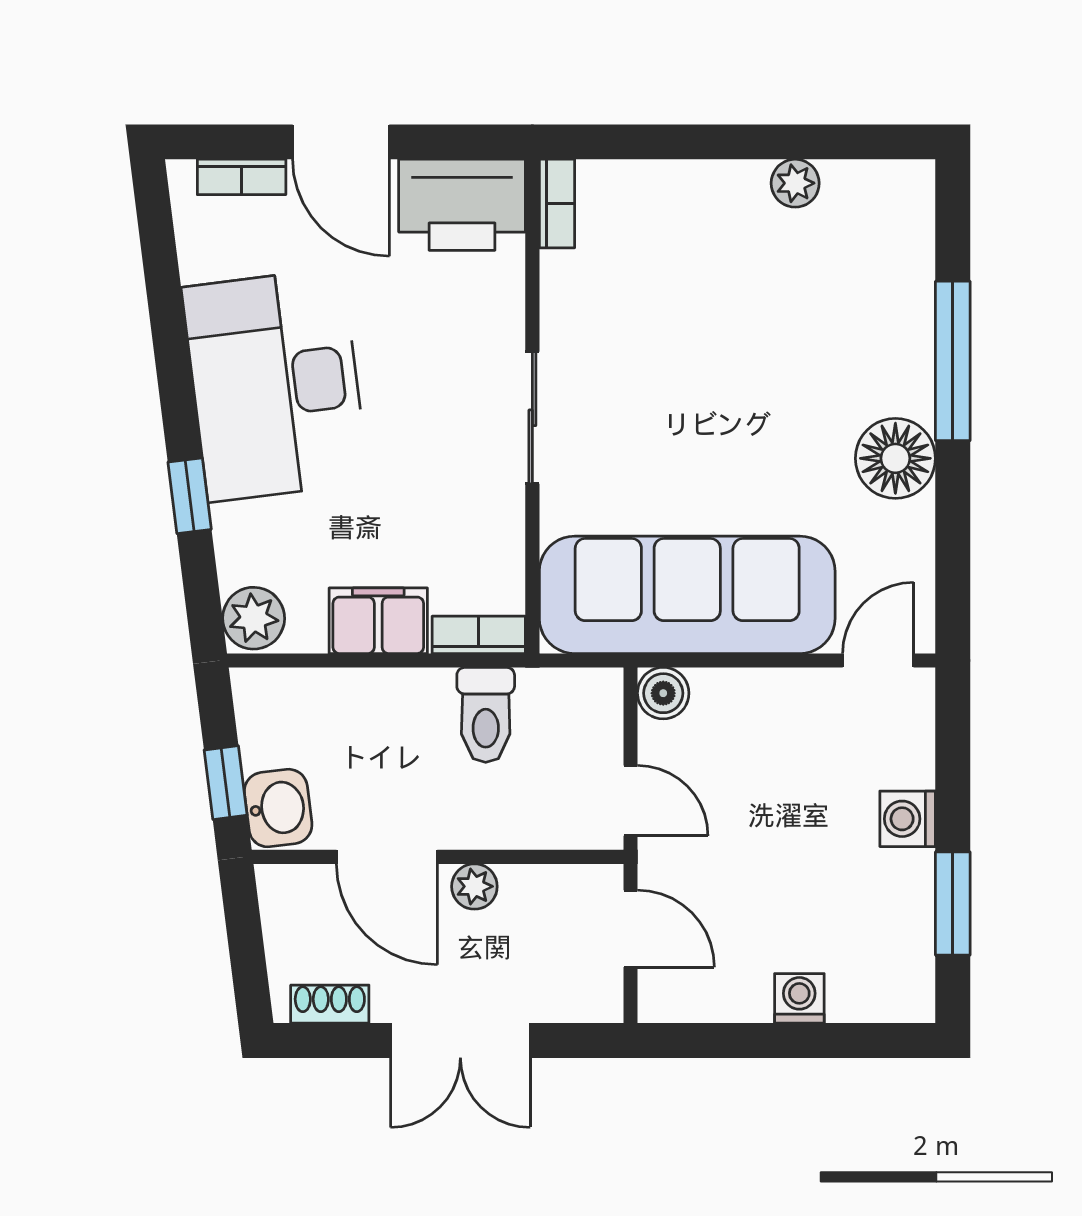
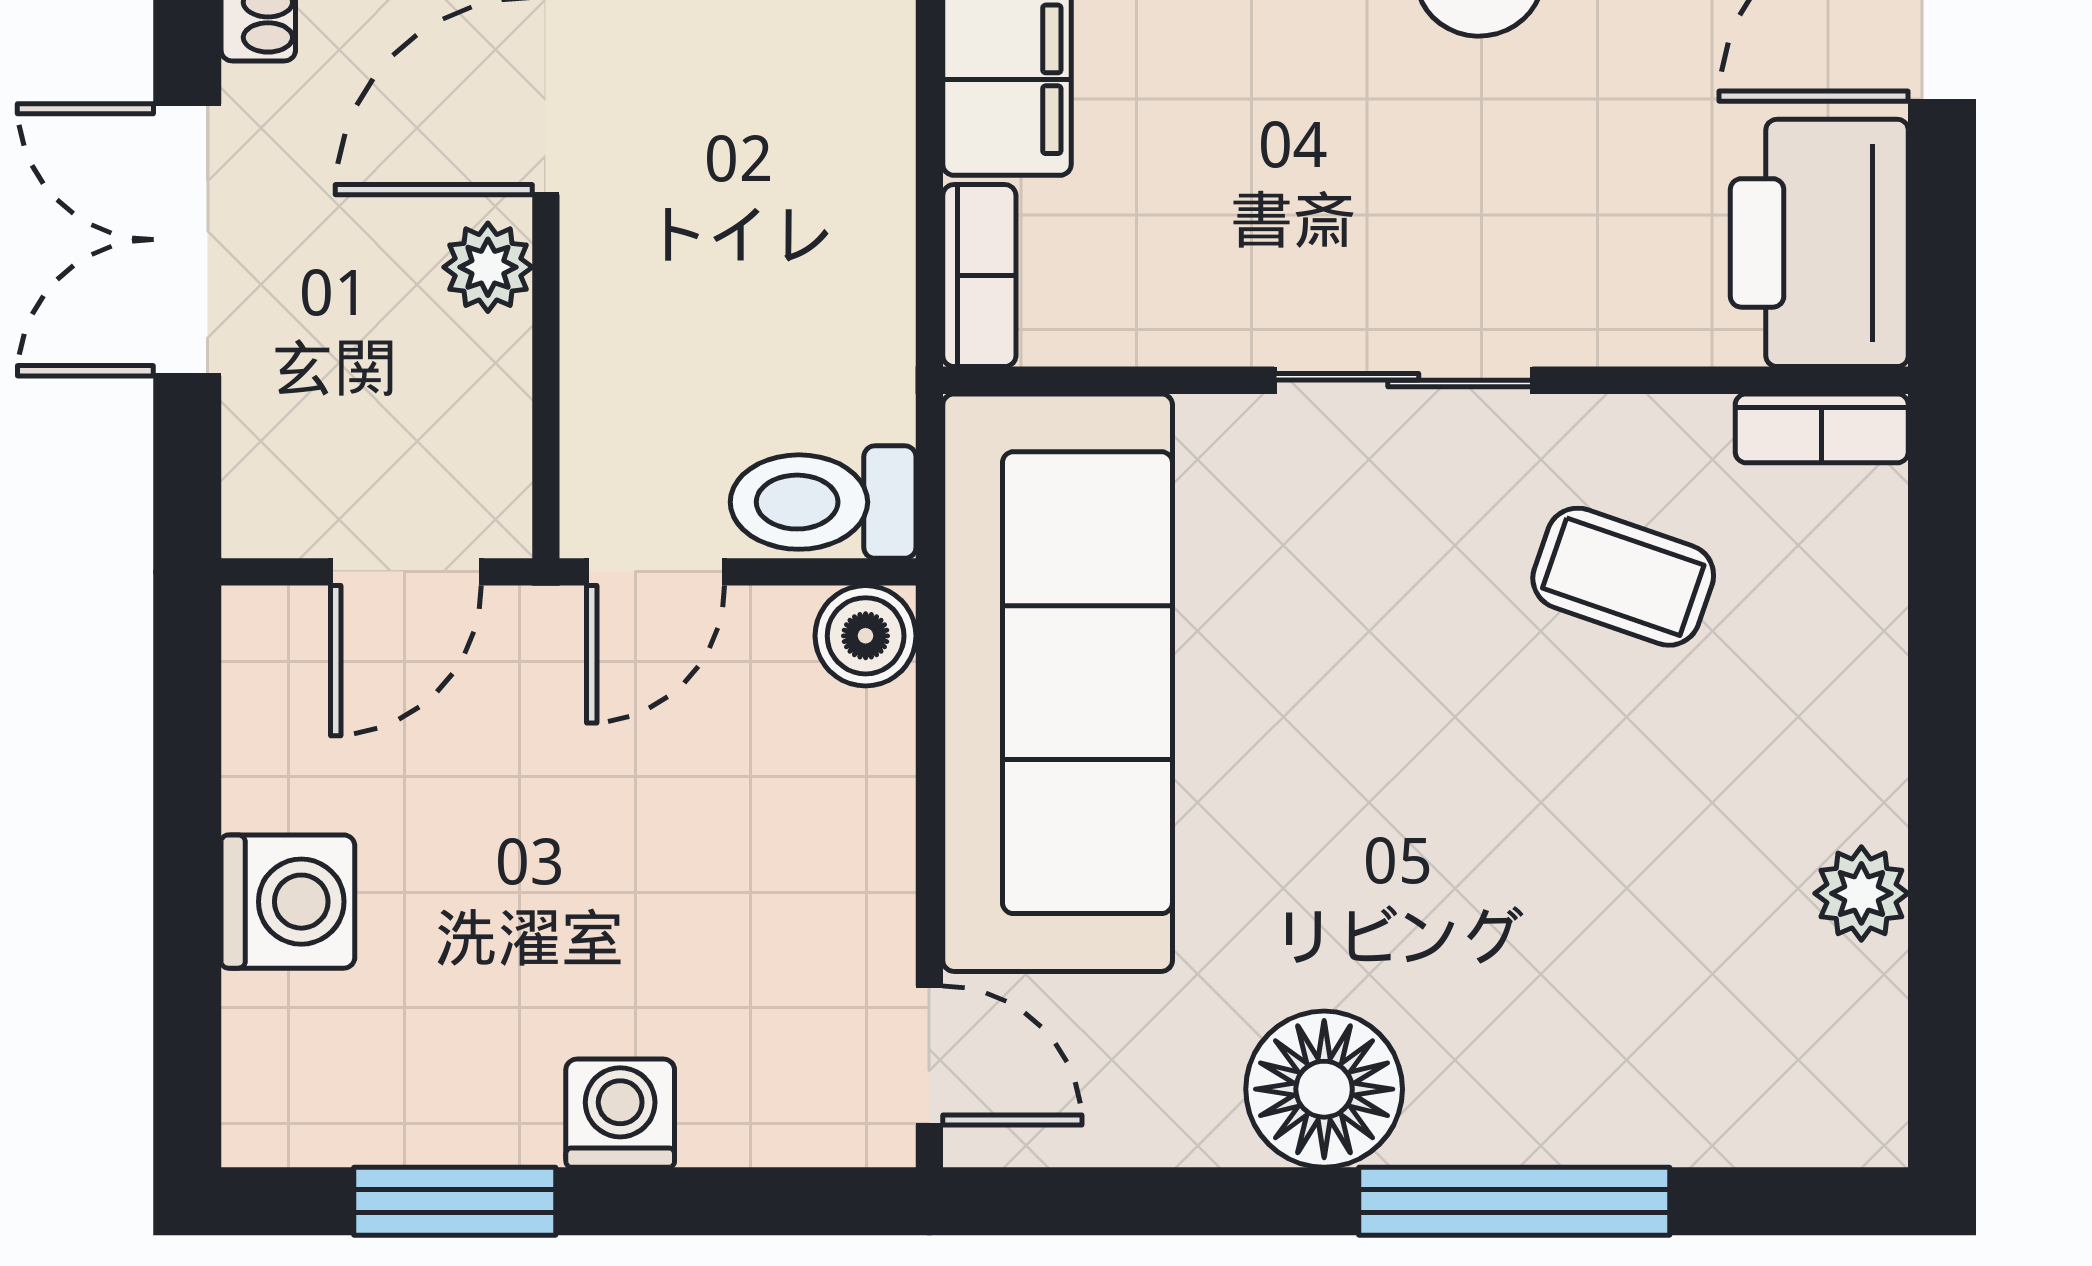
coffee table: (633, 305) -> (1623, 577), added
toilet: (486, 715) -> (823, 502), moved
washing machine: (799, 998) -> (288, 902), width x1.38, depth x1.38

